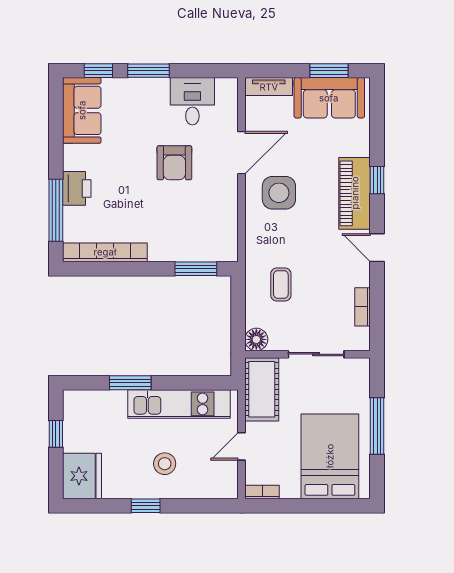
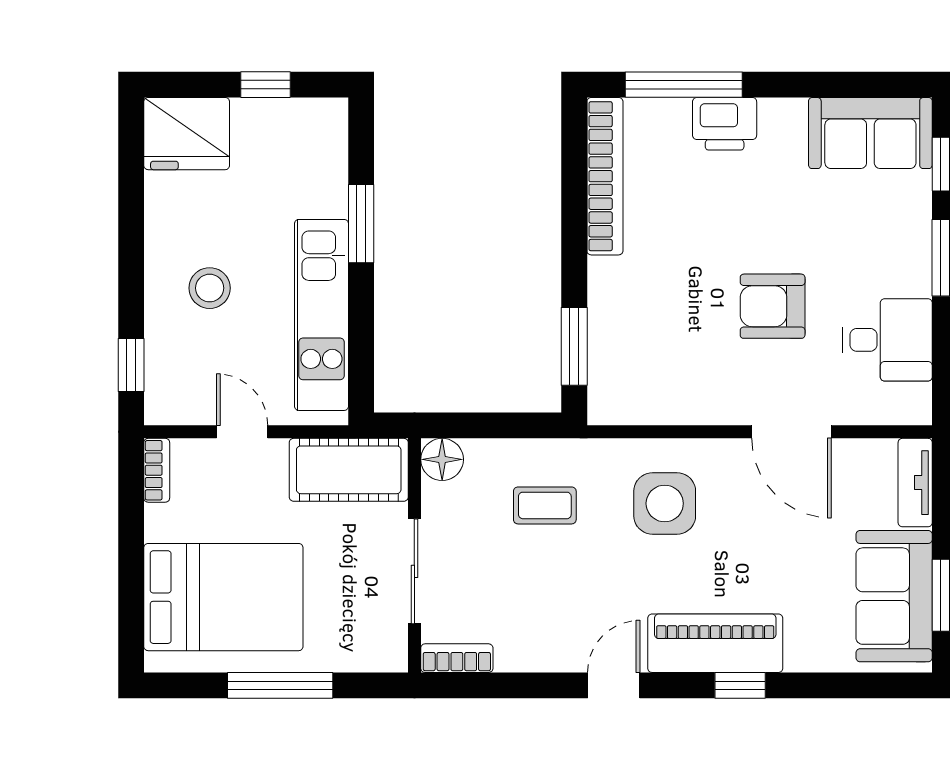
side table: (279, 193) -> (665, 503), moved
bookcase: (363, 307) -> (457, 658), moved
window: (146, 506) -> (131, 365), moved

